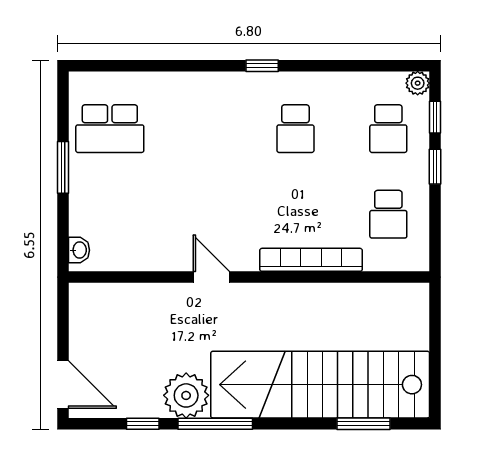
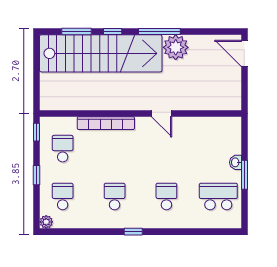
window: (435, 117) -> (36, 132), moved
school desk: (203, 129) -> (166, 196), added
washbasin: (79, 250) -> (236, 162), moved
window: (143, 424) -> (113, 32), moved

